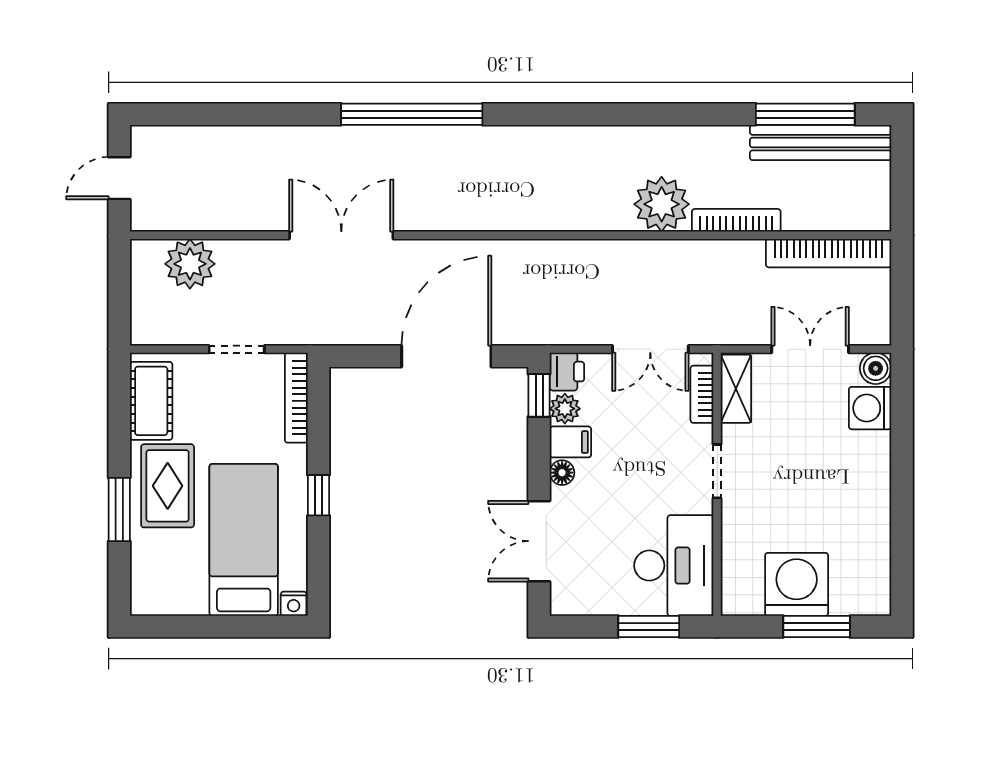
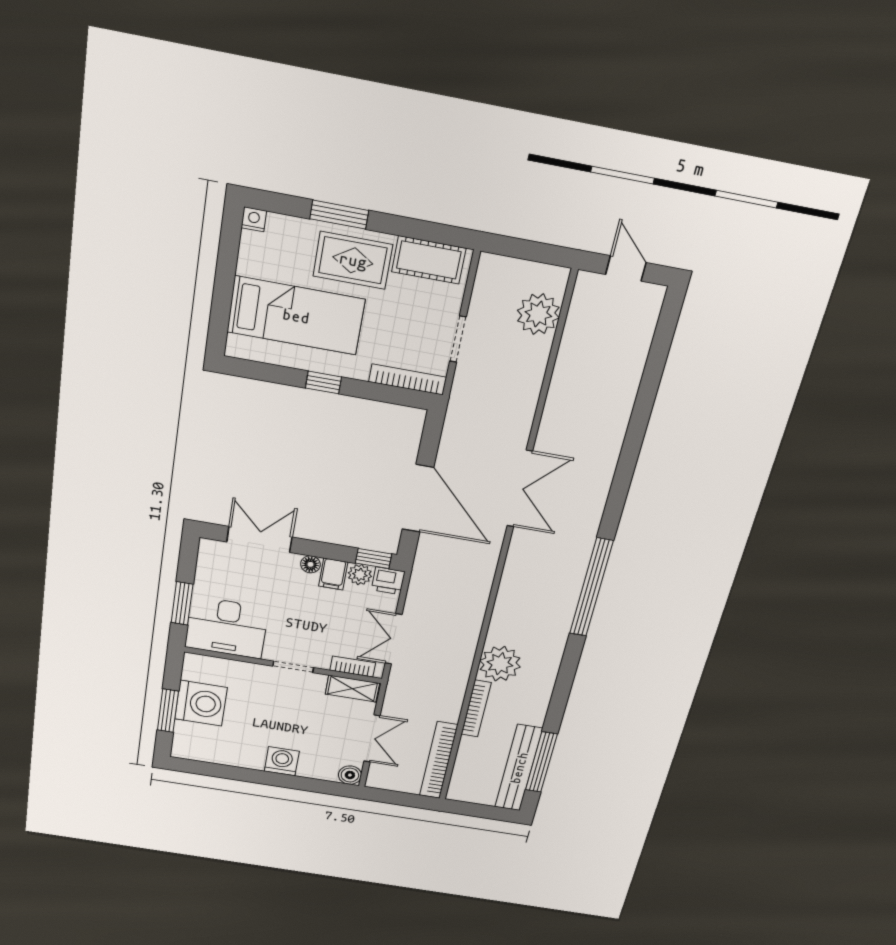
window: (412, 114) -> (591, 588), moved
double door: (341, 235) -> (520, 489), moved
washing machine: (870, 408) -> (282, 761), moved
nightstand: (294, 604) -> (254, 219), moved, turned 90

